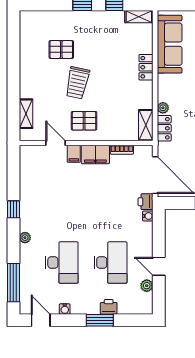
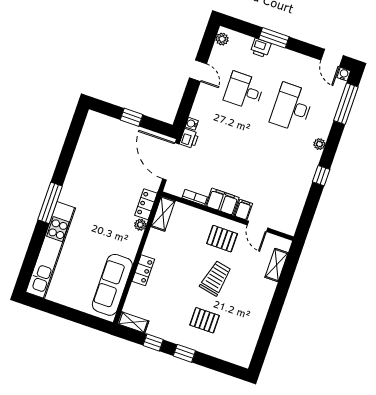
pallet: (61, 49) -> (205, 320), moved
desk: (111, 263) -> (244, 91), width x0.73
plant: (147, 286) -> (222, 39), moved
water cooler: (65, 309) -> (344, 74), moved

